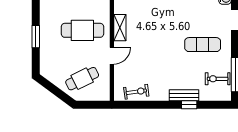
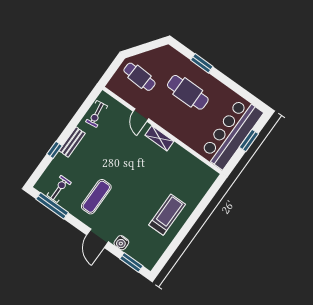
cafe table: (82, 30) -> (188, 92), moved, turned 90
cafe table: (82, 79) -> (139, 77), turned -61
bench: (184, 95) -> (72, 142), moved

